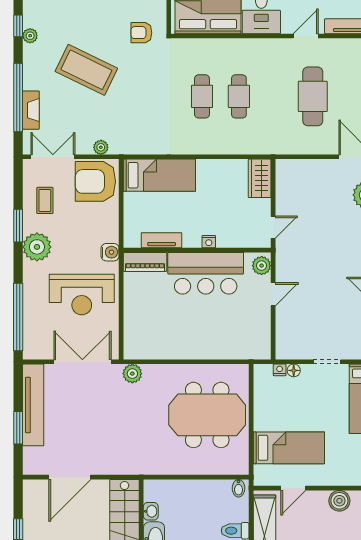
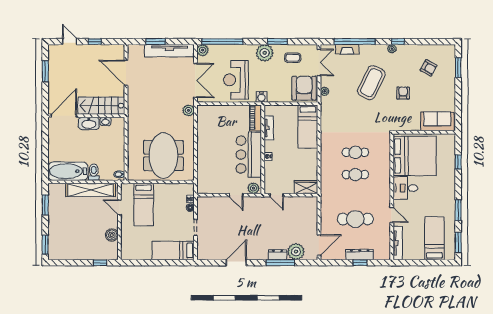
armchair: (141, 33) -> (403, 93), moved
plant: (32, 350) -> (203, 50), added

